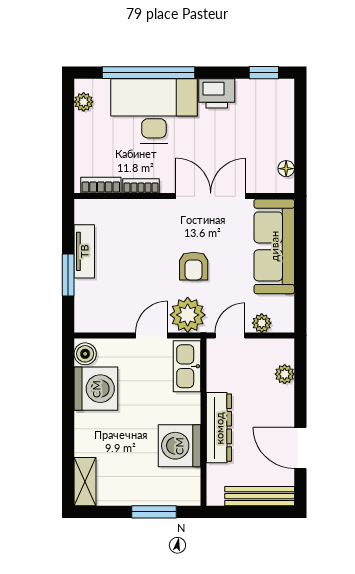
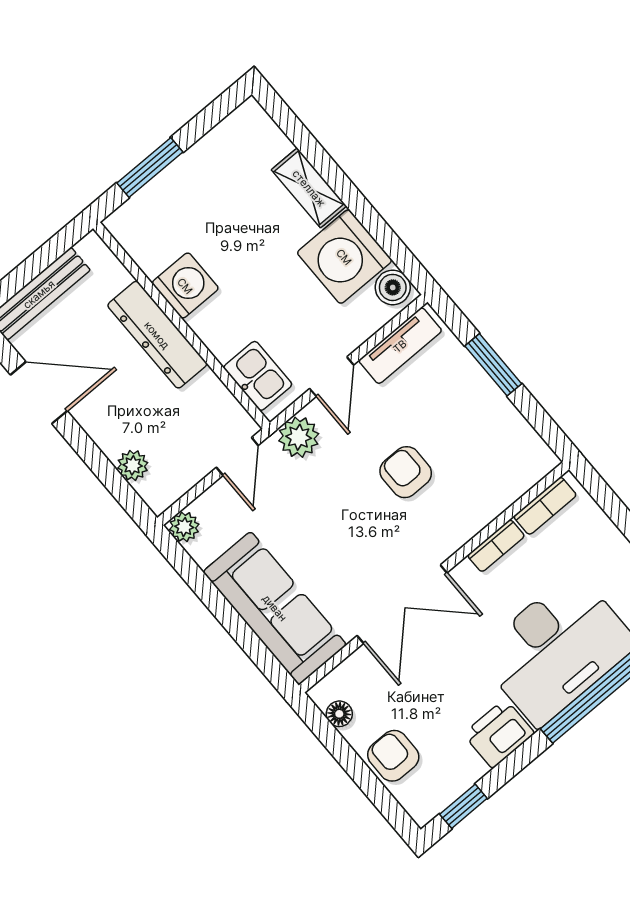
armchair: (277, 126) -> (393, 756), added
tv unit: (84, 251) -> (400, 346), moved, turned -90
armchair: (194, 266) -> (406, 472), moved
plant: (188, 315) -> (299, 437), width x0.73, depth x0.73
plant: (262, 323) -> (184, 527), moved
kitchen sink: (187, 366) -> (258, 376), width x0.73
washing machine: (179, 446) -> (185, 286), width x0.73, depth x0.73
shelving: (85, 482) -> (309, 188), moved

